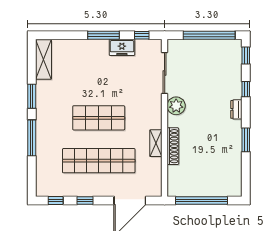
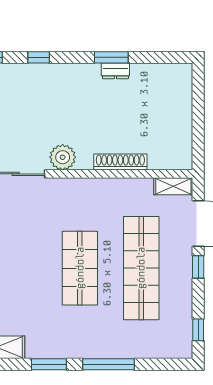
dresser: (236, 109) -> (115, 71), moved
shelving: (156, 143) -> (173, 186), moved
window: (85, 200) -> (198, 267), moved
window: (201, 200) -> (198, 121), removed

